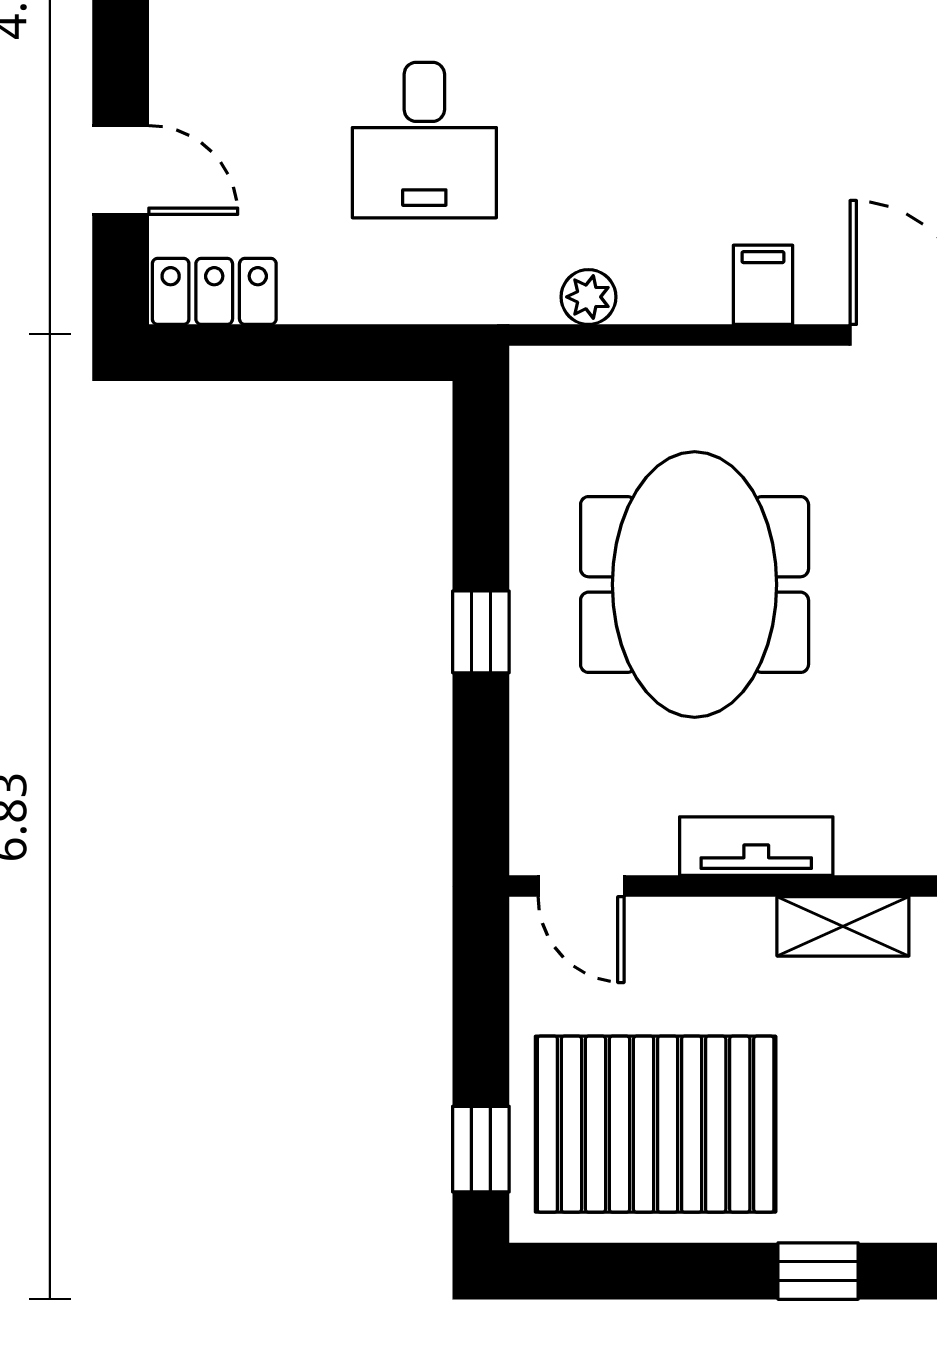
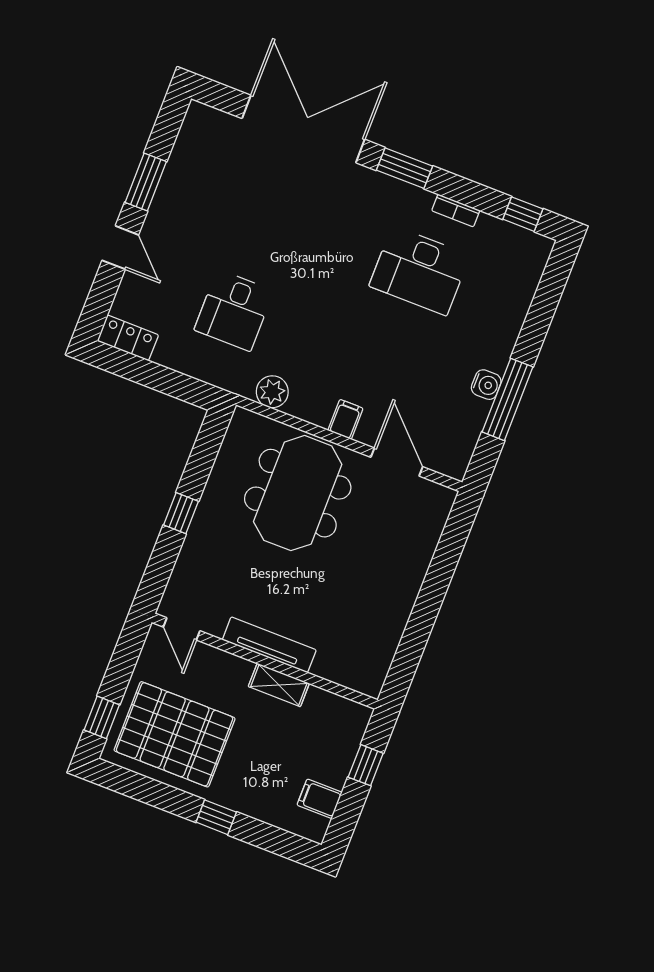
door: (121, 170) -> (120, 248), moved
plant: (588, 297) -> (272, 392), width x1.38, depth x1.38
meeting table: (695, 584) -> (298, 493), moved
tv unit: (756, 846) -> (269, 645), width x1.41

